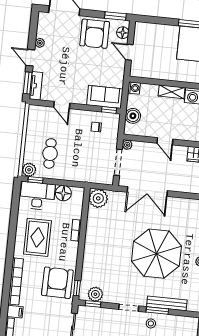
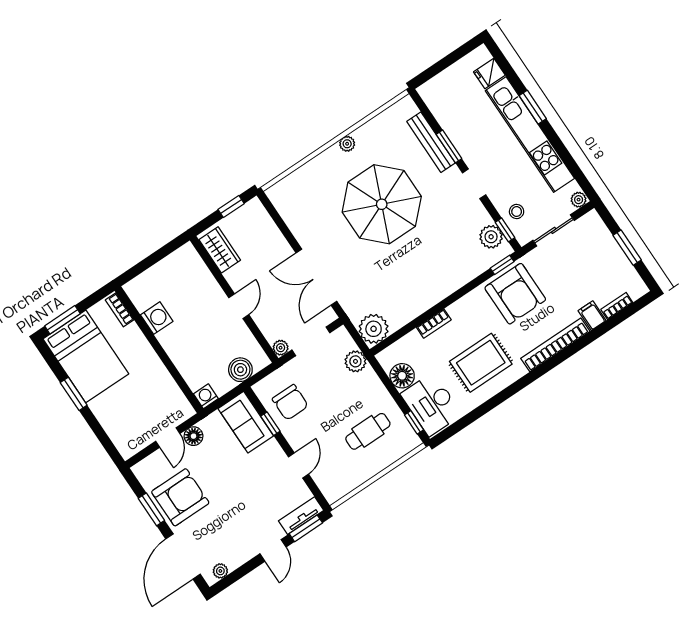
window: (115, 16) -> (151, 509), moved
floor lamp: (123, 33) -> (194, 436), moved
plant: (40, 43) -> (220, 571), moved
shelving: (172, 92) -> (173, 347), removed
window: (109, 110) -> (270, 424), moved
chair: (96, 127) -> (290, 402), width x1.87, depth x1.87
plant: (29, 170) -> (355, 361), moved
double door: (147, 191) -> (316, 277), swing flipped
armchair: (57, 283) -> (515, 294), turned -91
stool: (151, 323) -> (517, 212), moved

